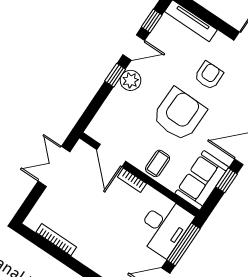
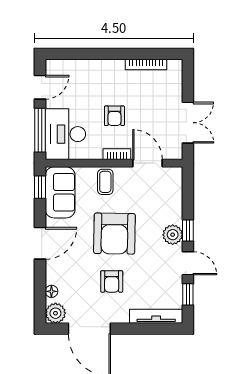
door: (134, 47) -> (188, 263), swing flipped
window: (226, 180) -> (40, 187), moved
armchair: (112, 214) -> (114, 116), added

